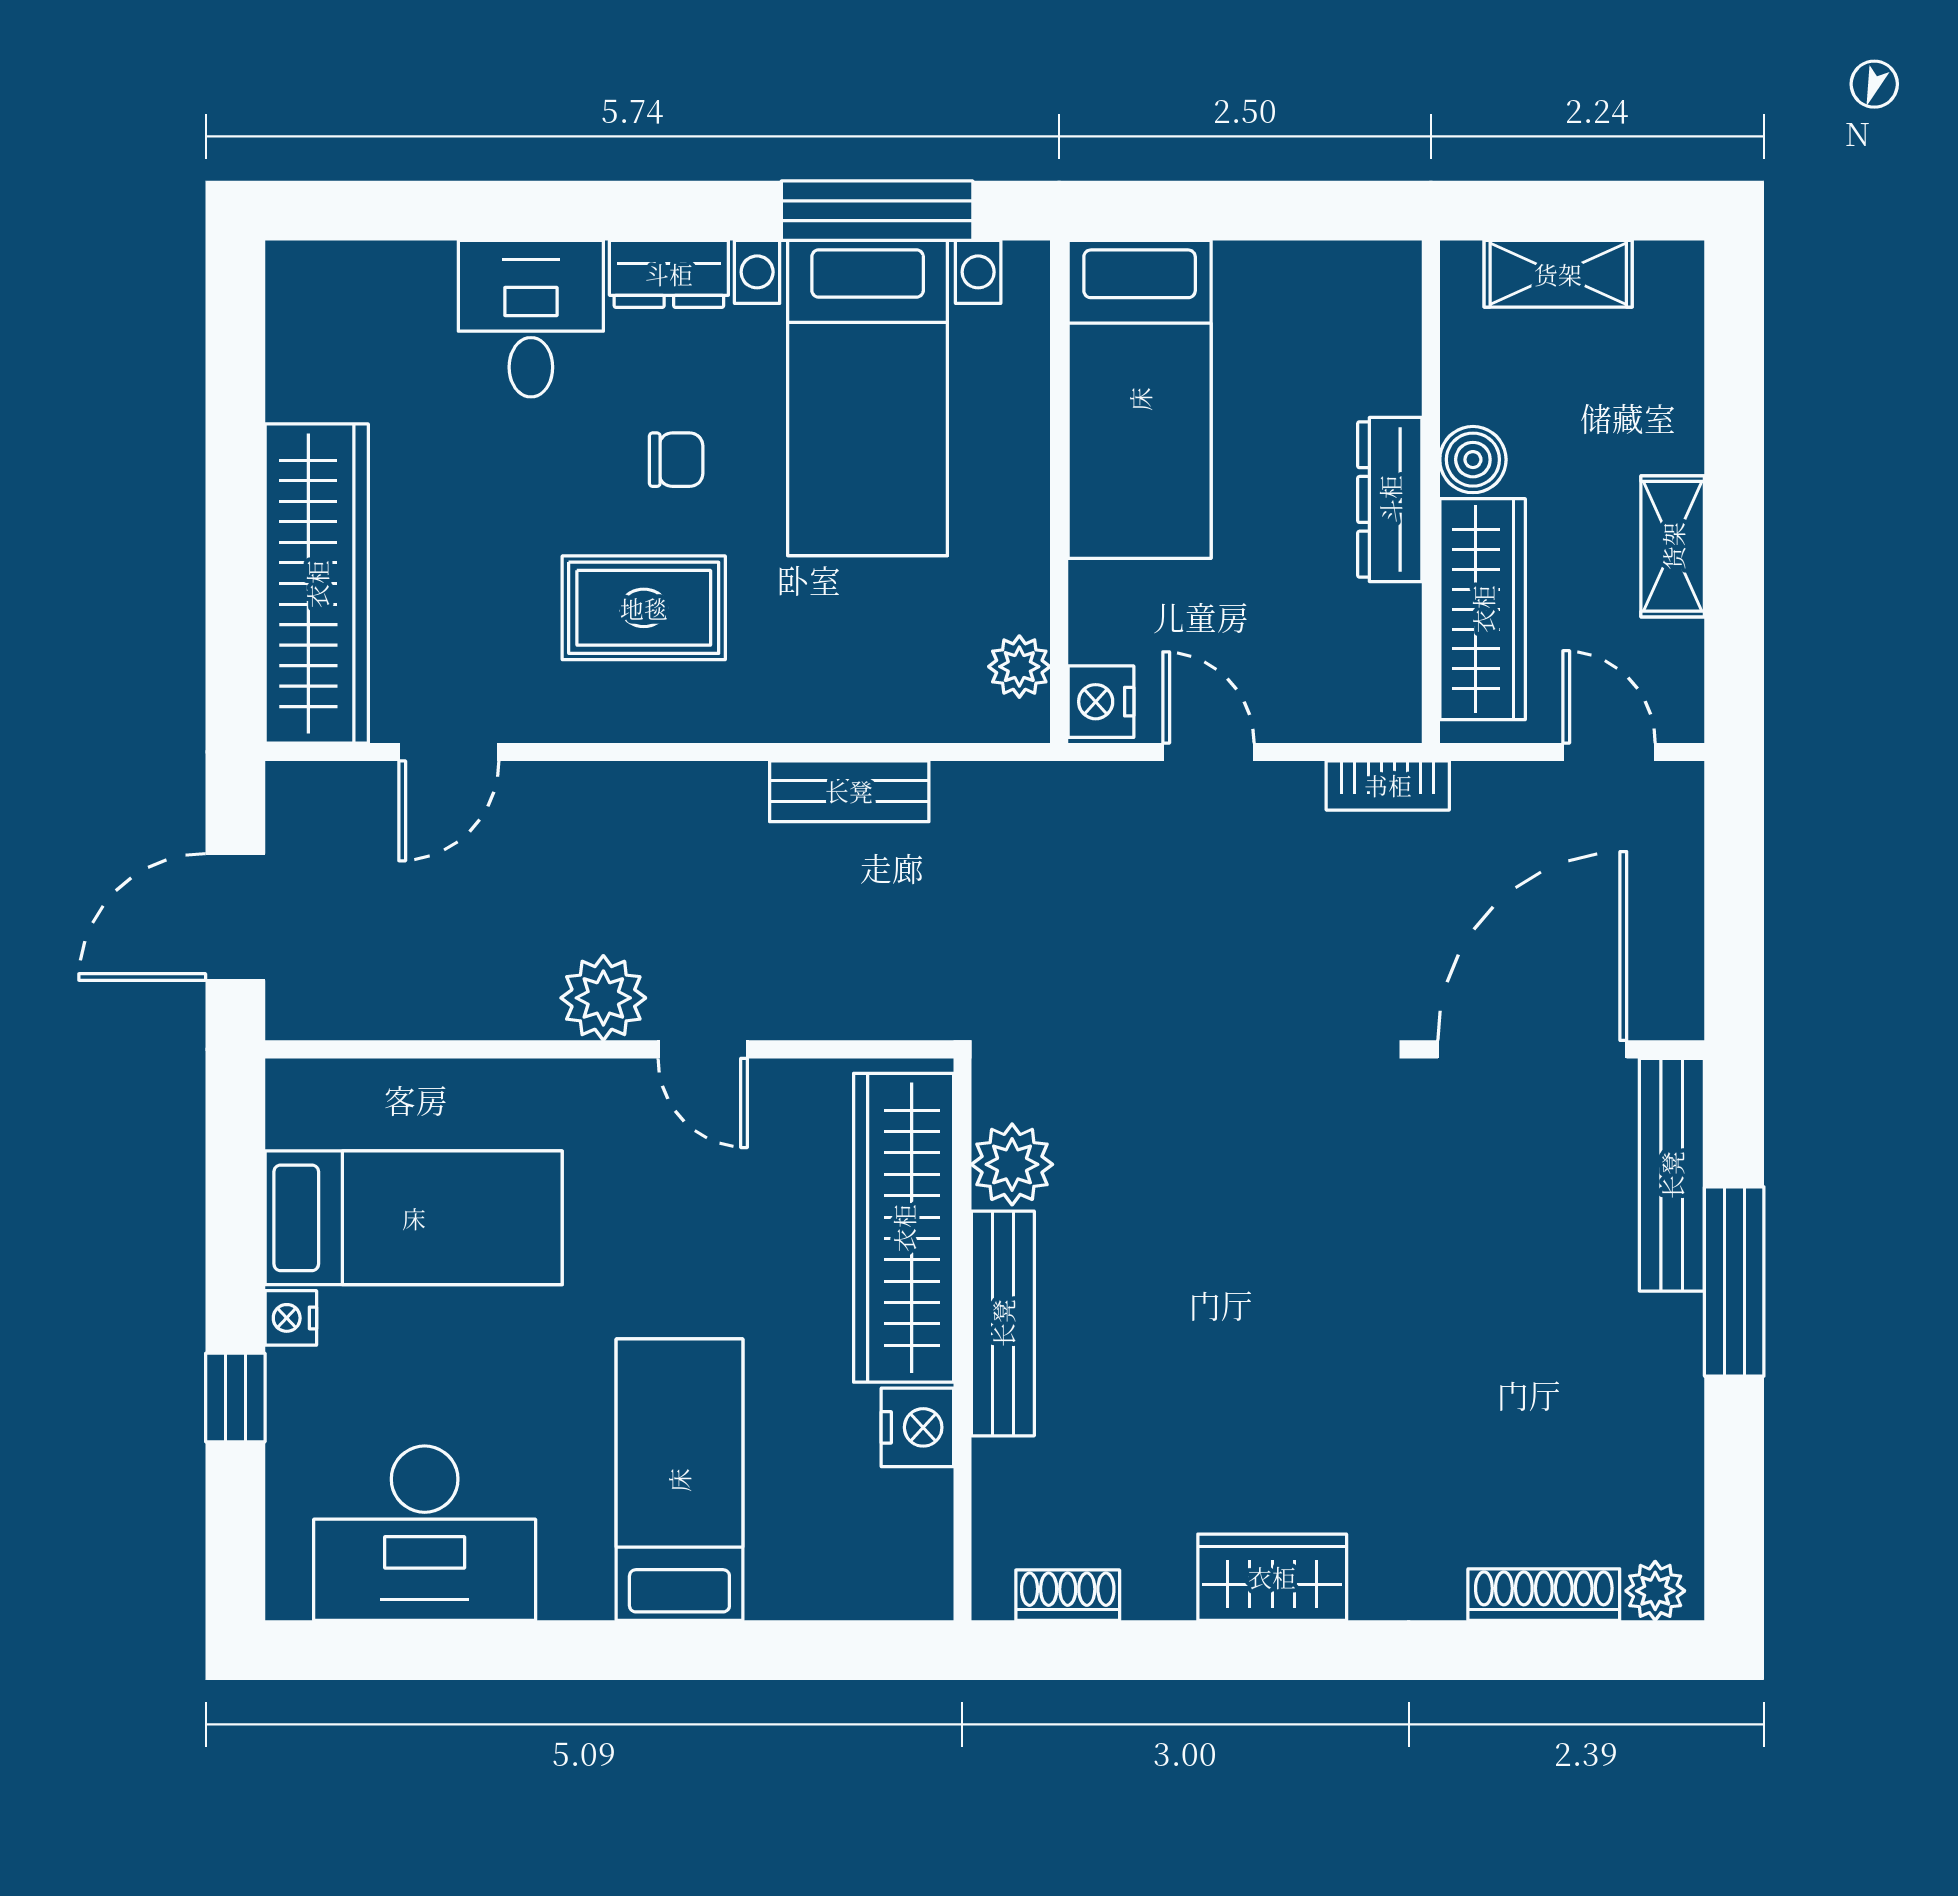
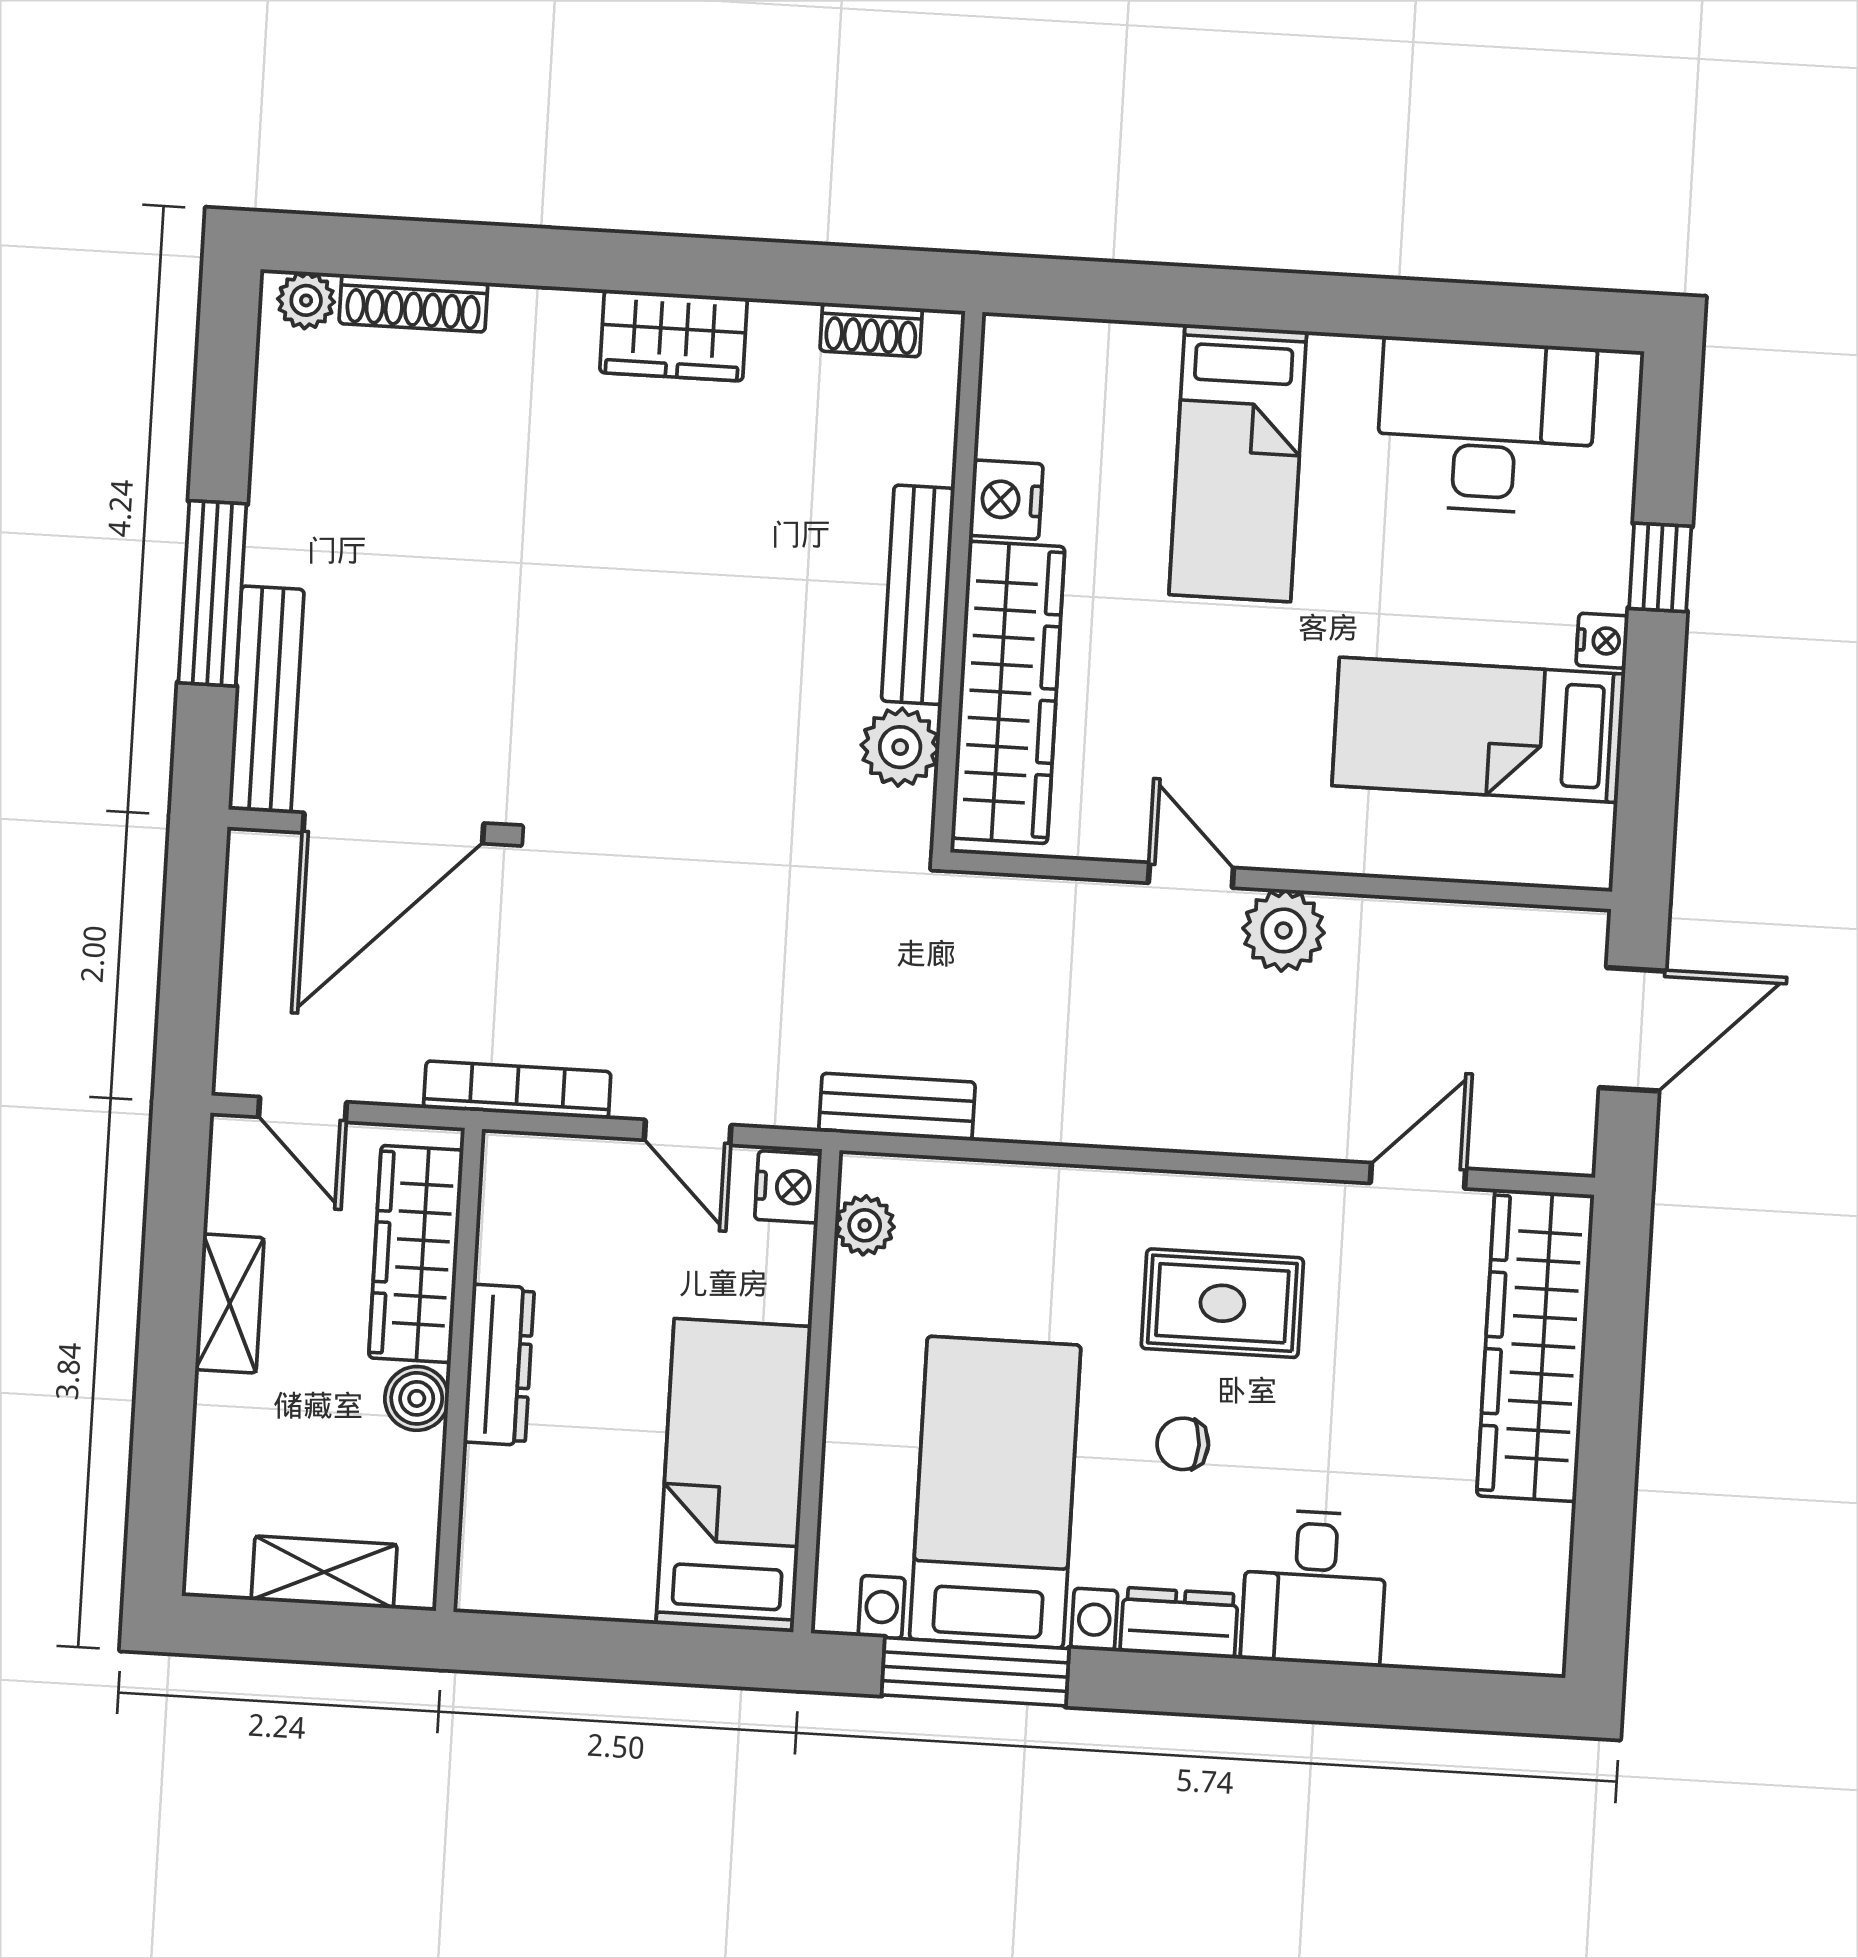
bookcase: (1388, 785) -> (517, 1090), width x1.56
bench: (849, 791) -> (897, 1107), moved

